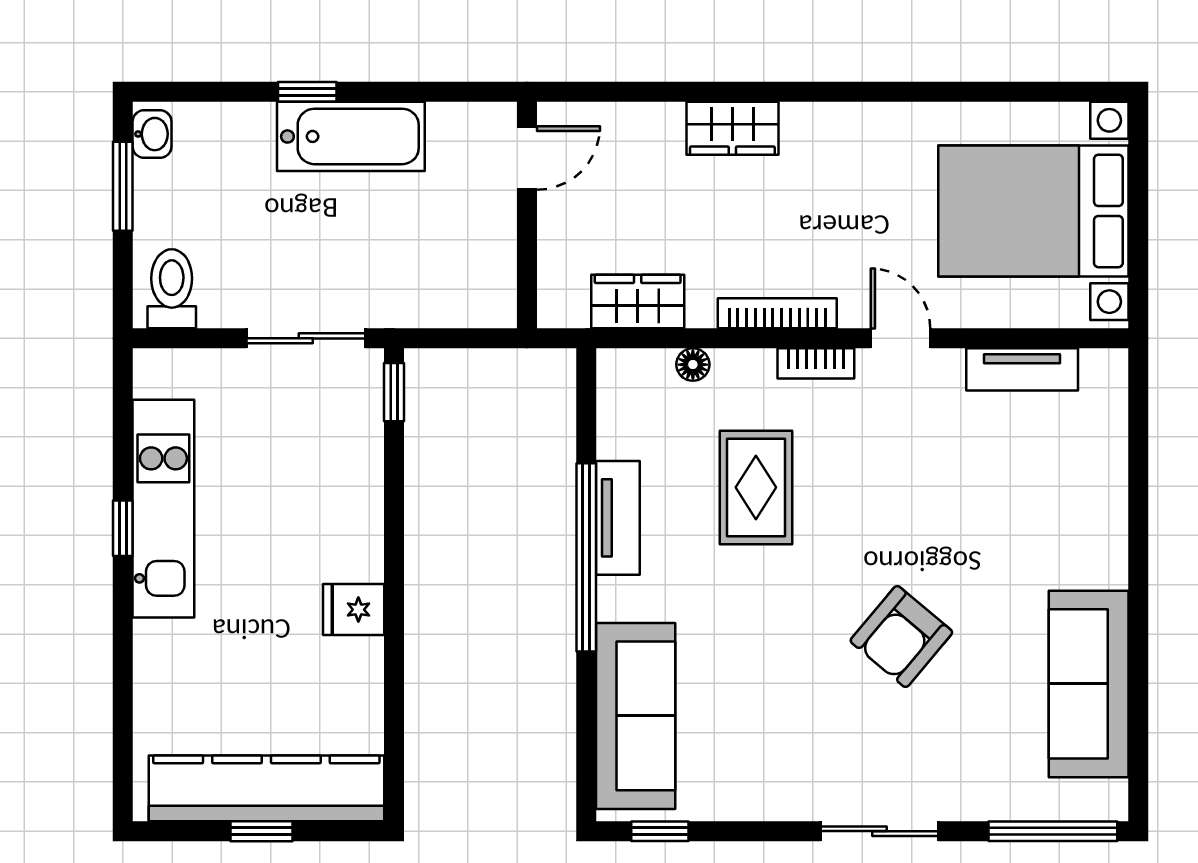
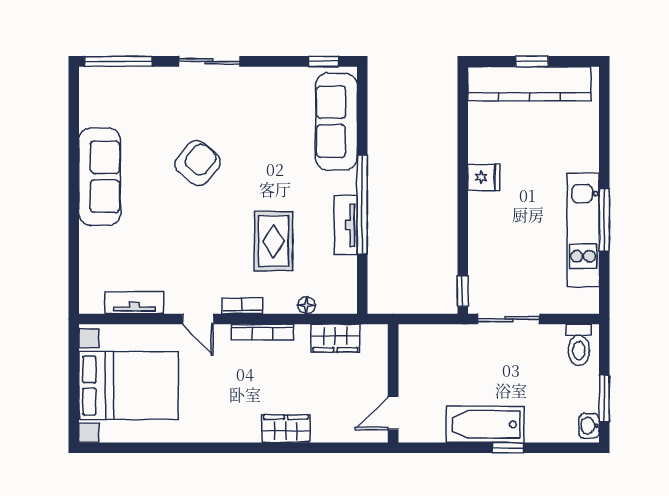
window: (123, 528) -> (604, 220), width x2.17
sofa: (1089, 684) -> (100, 177), moved

